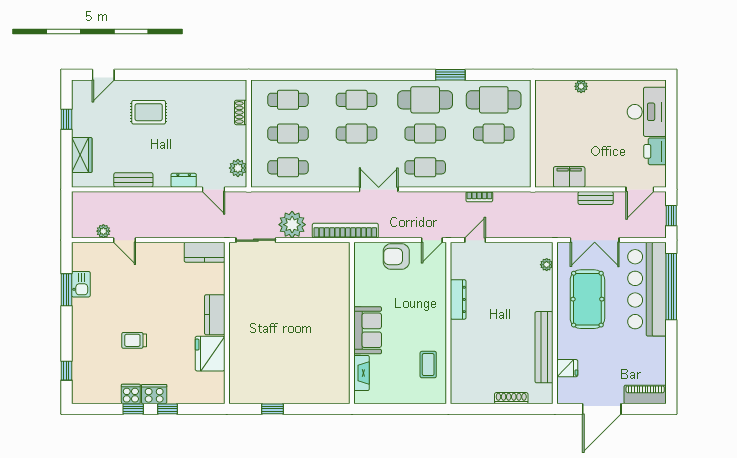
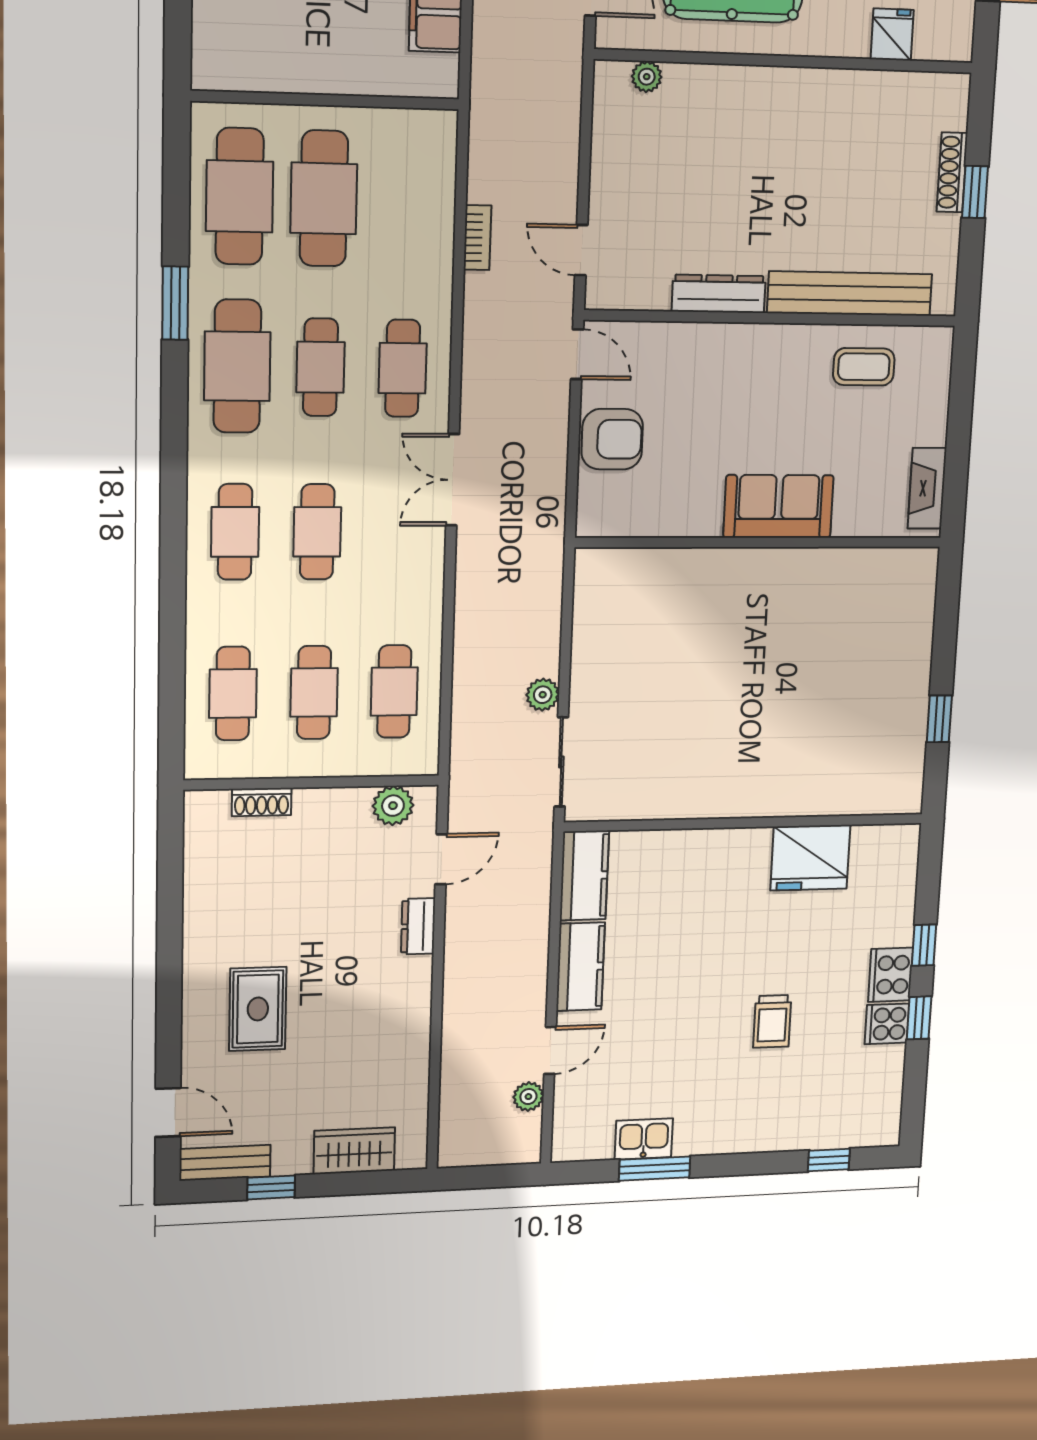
cafe table: (494, 134) -> (324, 199), width x1.37, depth x1.35
bench: (133, 180) -> (225, 1163), moved, turned 90
plant: (292, 225) -> (543, 695), width x0.53, depth x0.53
bookcase: (345, 231) -> (547, 558), removed
armchair: (396, 256) -> (612, 439), turned -90
kitchen counter: (215, 315) -> (580, 967), moved, turned -90
bench: (544, 347) -> (850, 293), moved
fireplace: (362, 373) -> (927, 488), moved, turned -90
window: (503, 409) -> (975, 192), added

